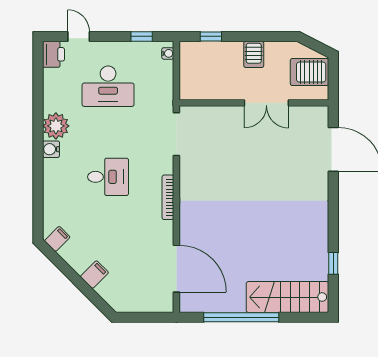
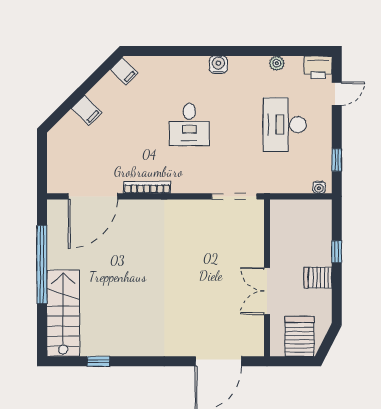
window: (211, 36) -> (337, 252), moved
plant: (56, 126) -> (277, 63), moved, width x0.53, depth x0.53
bookcase: (168, 197) -> (147, 187), moved

